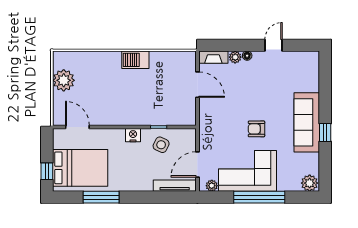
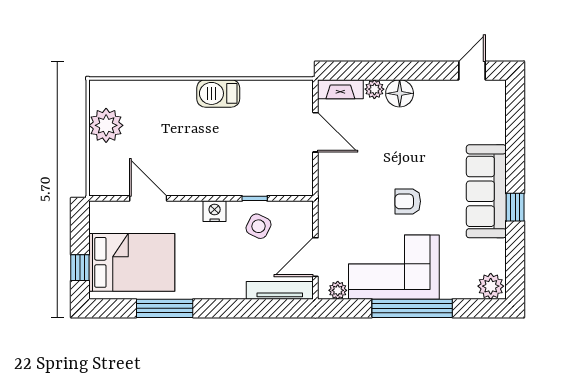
door: (274, 45) -> (472, 71), moved
floor lamp: (247, 56) -> (400, 93), width x1.89, depth x1.89
door: (77, 127) -> (148, 198), moved

